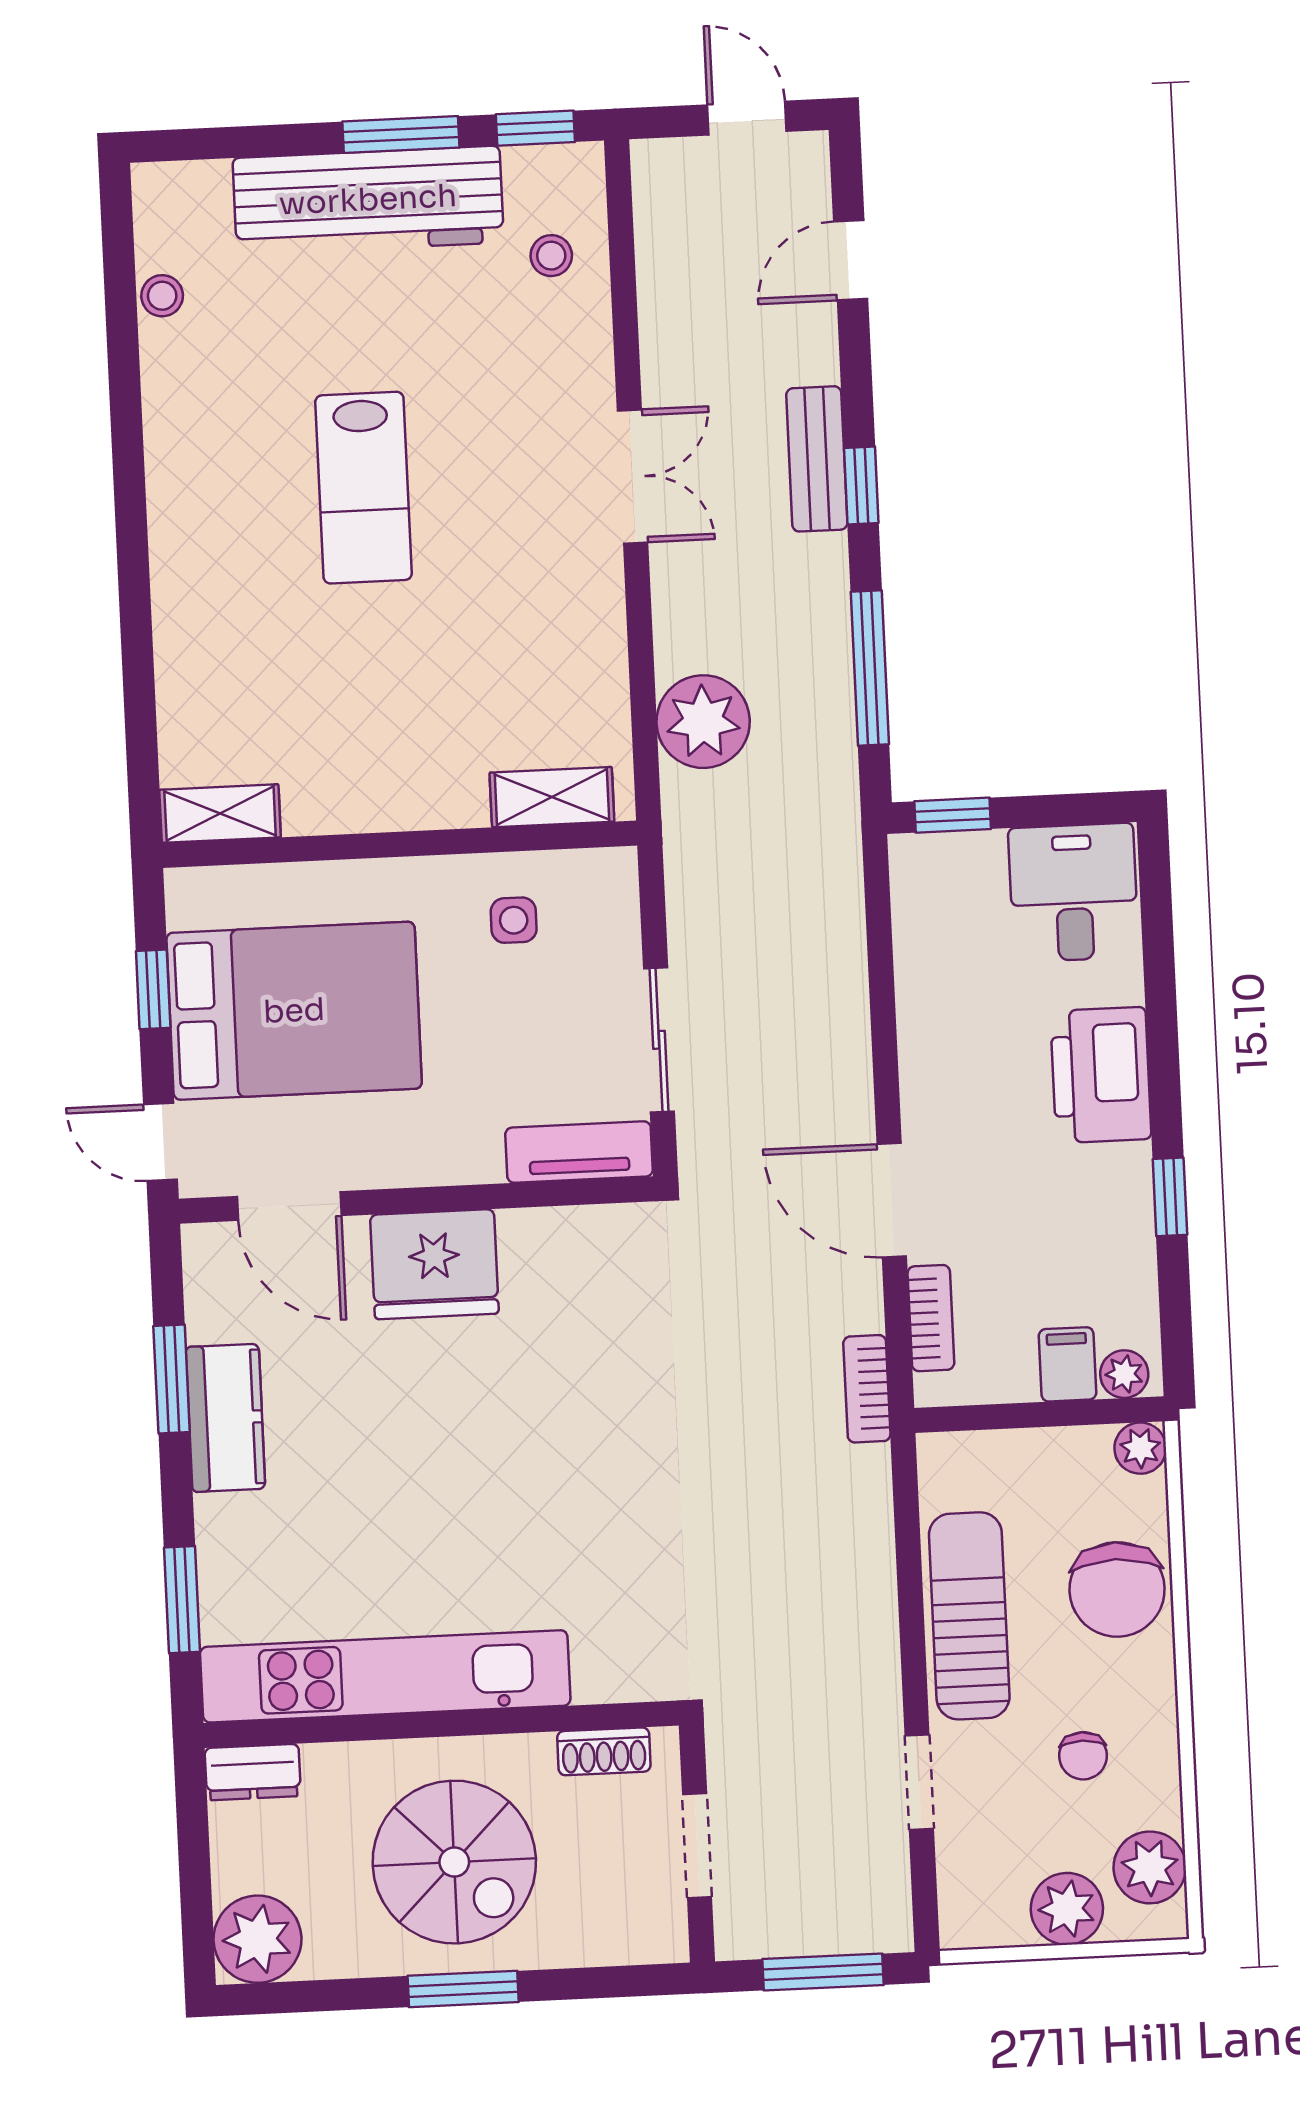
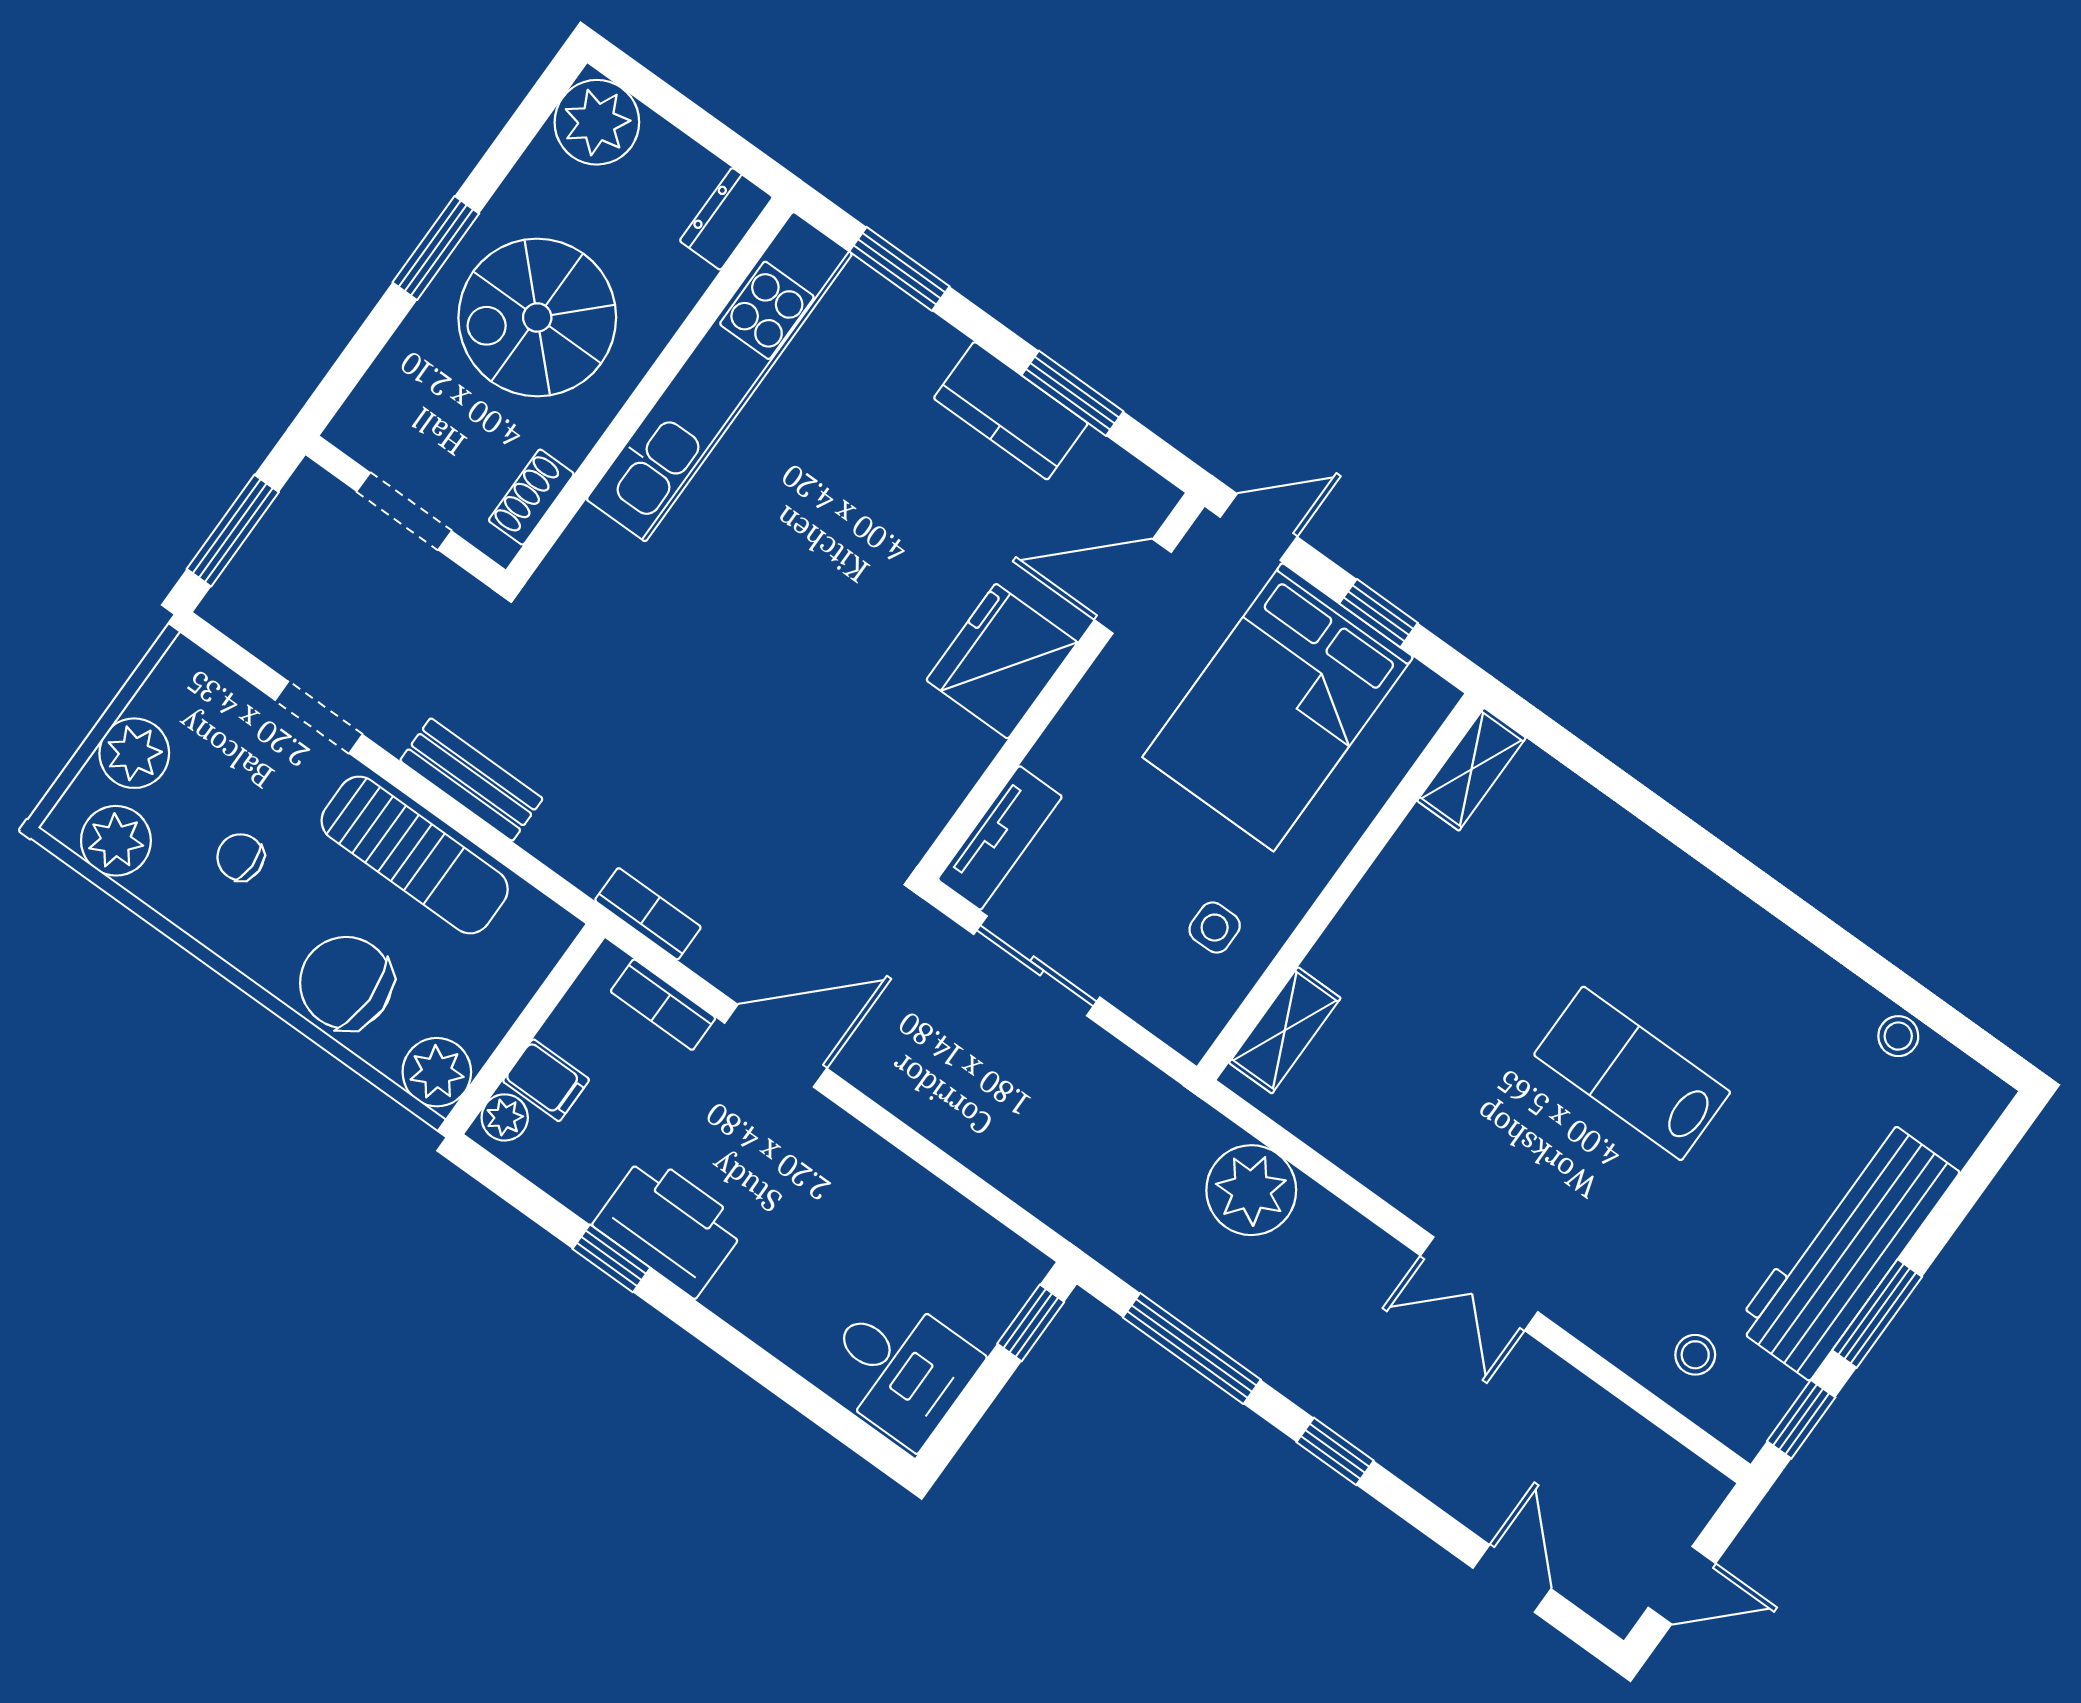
bench: (817, 459) -> (471, 780), moved
printer: (1101, 1075) -> (670, 1225), moved
plant: (1140, 1448) -> (437, 1072), width x1.38, depth x1.38

